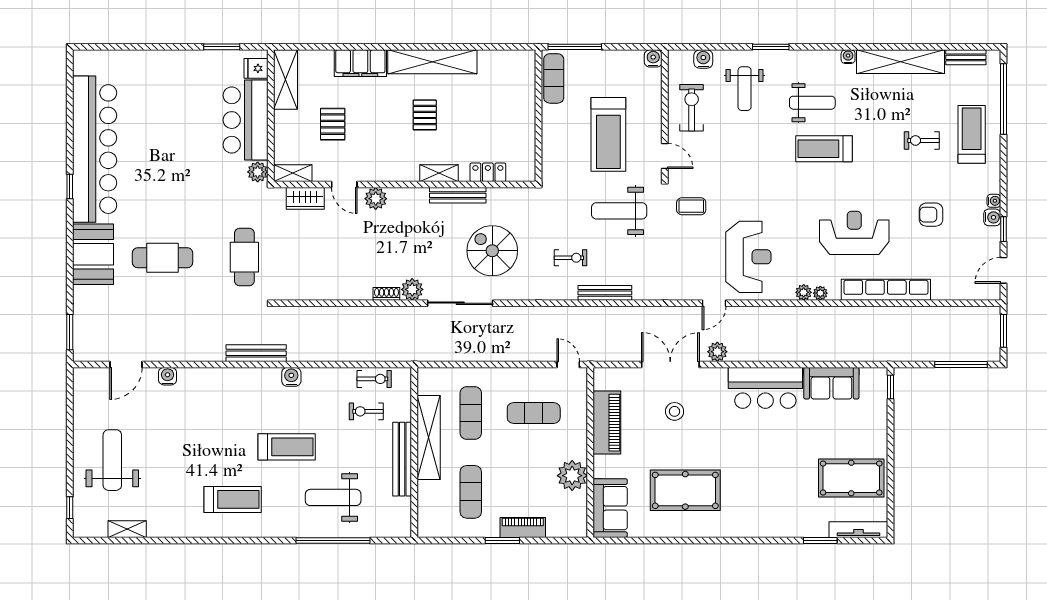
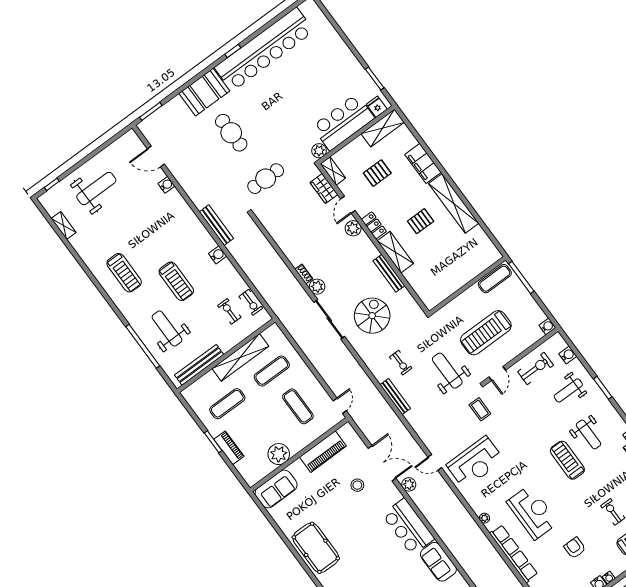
locker: (488, 172) -> (374, 225), moved
shelving: (439, 173) -> (395, 252), width x1.50, depth x1.33
plant: (804, 292) -> (478, 508), removed
bench: (402, 459) -> (199, 365), moved
pool table: (685, 490) -> (316, 548), moved

